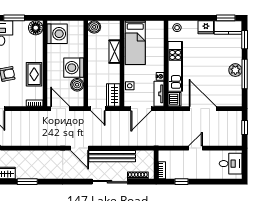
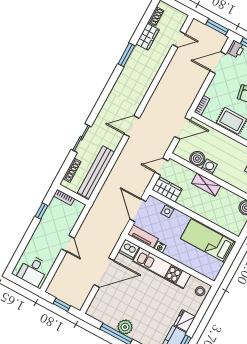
shelving: (115, 52) -> (206, 184), moved
washing machine: (74, 68) -> (209, 167), width x0.53, depth x0.53
bench: (112, 156) -> (96, 172), moved
sliding door: (110, 182) -> (81, 138), width x0.73

